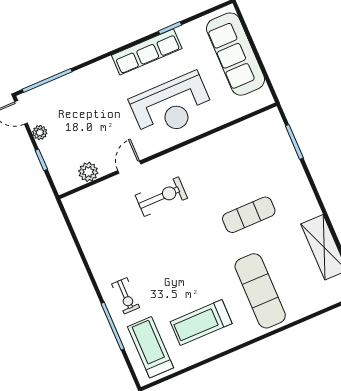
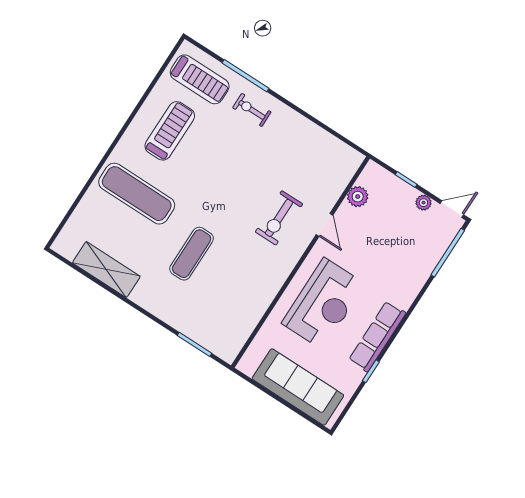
reception desk: (172, 106) -> (323, 304), turned 180

